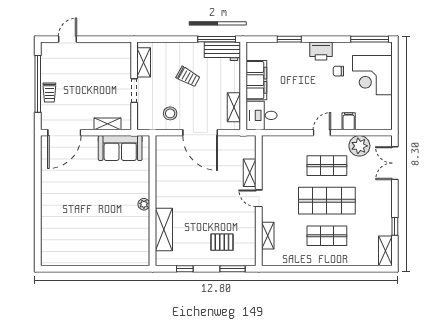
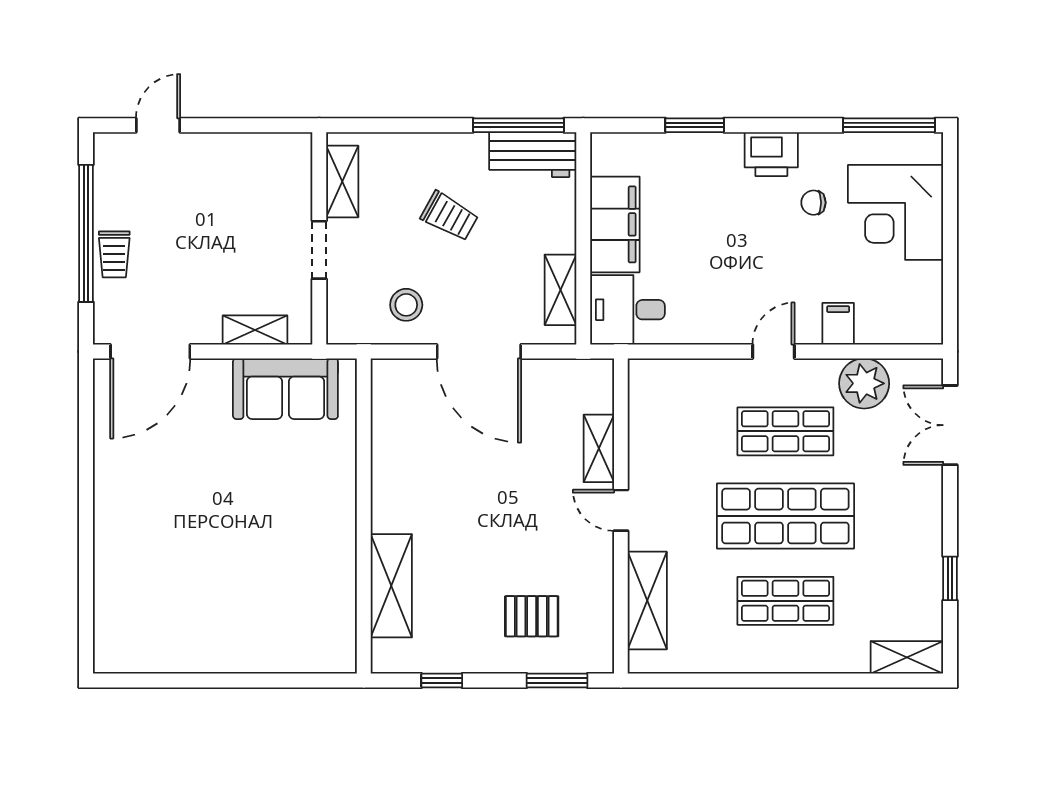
plant: (144, 204) -> (343, 525), removed
shelving: (268, 236) -> (647, 601), width x1.50, depth x1.33
shelving: (385, 251) -> (907, 657), moved, turned 90

